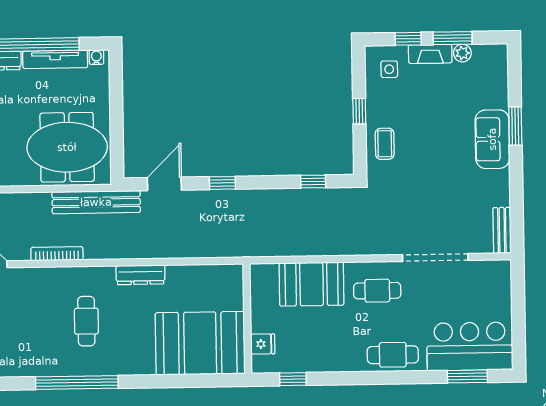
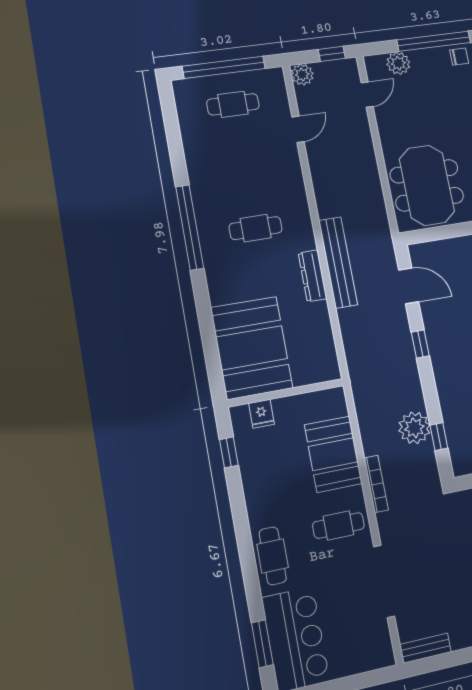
bench: (96, 202) -> (338, 262), moved
plant: (301, 203) -> (414, 428), added
bookcase: (57, 254) -> (376, 484), moved
cafe table: (377, 291) -> (338, 525), turned 90

